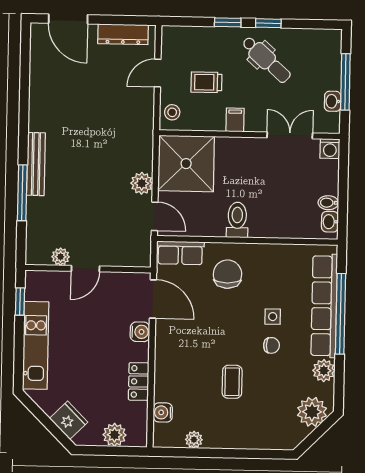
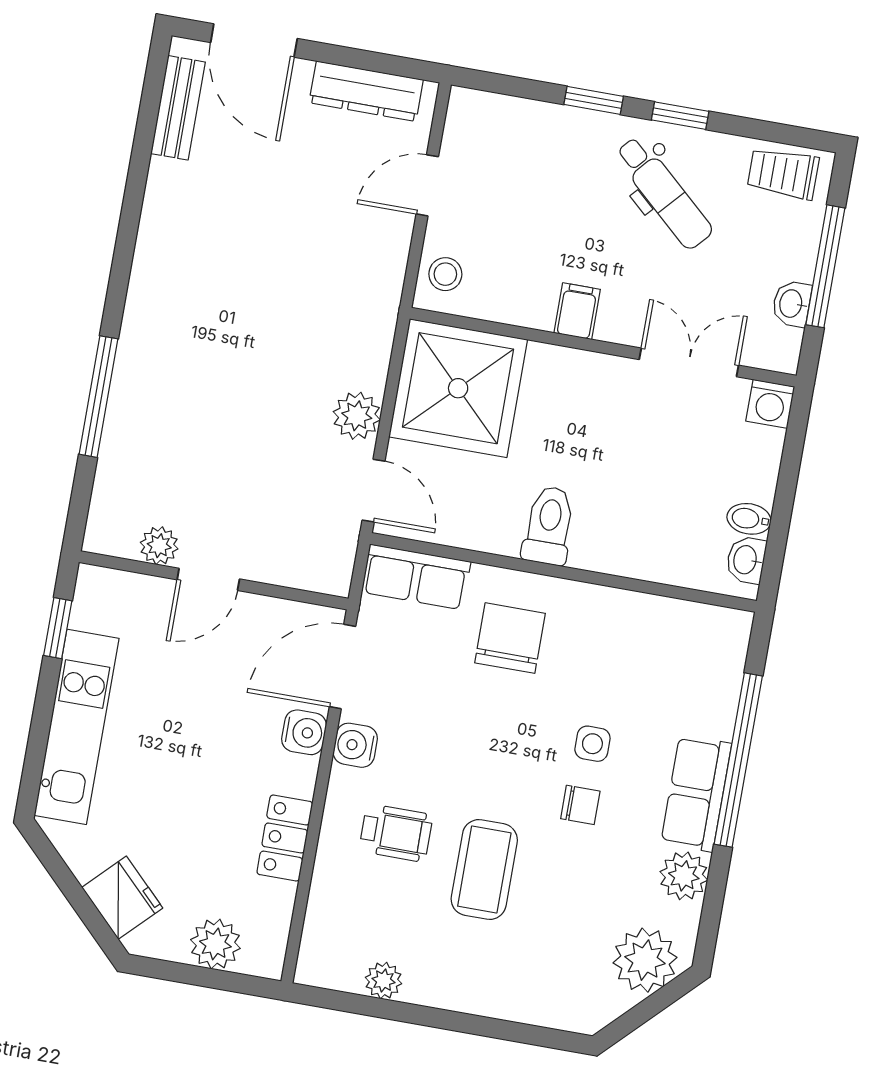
trolley: (206, 82) -> (783, 173), moved
bench: (36, 164) -> (178, 108), moved, width x0.73
door: (153, 299) -> (342, 667), swing flipped
row of seats: (324, 306) -> (696, 793), width x0.50
wheelchair: (189, 371) -> (396, 833), added
coffee table: (232, 382) -> (484, 870), width x1.36, depth x1.30
water cooler: (163, 412) -> (355, 745), moved

